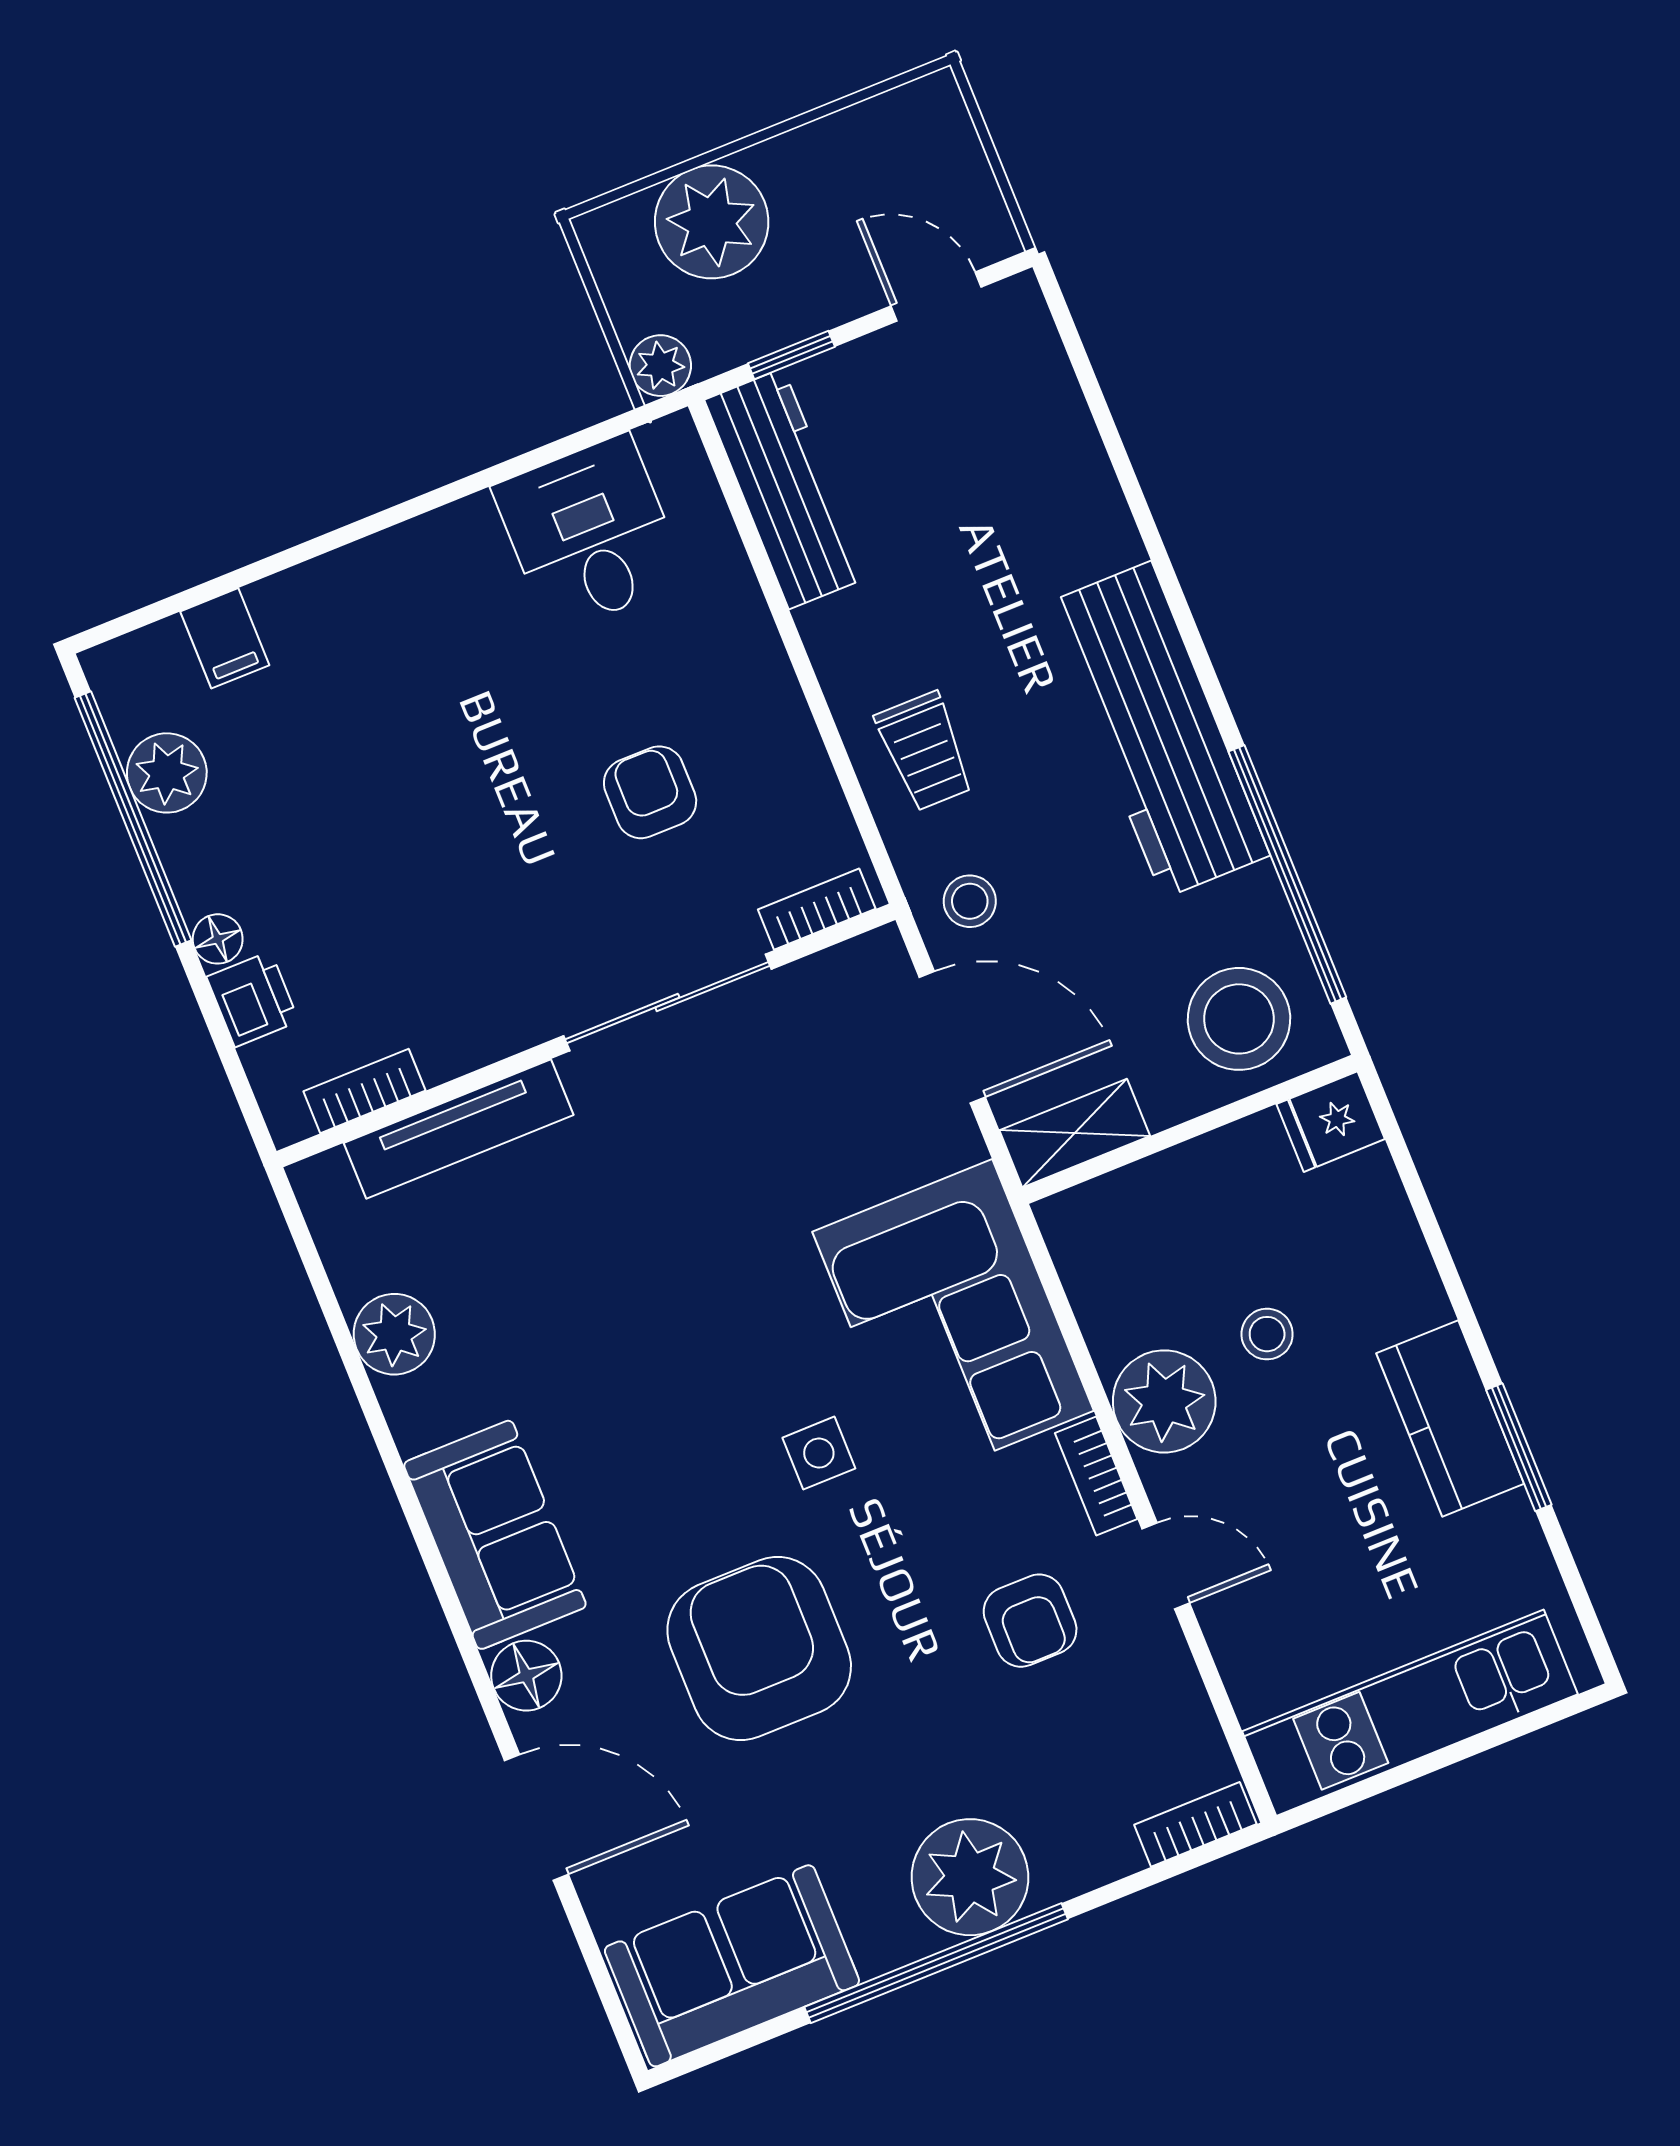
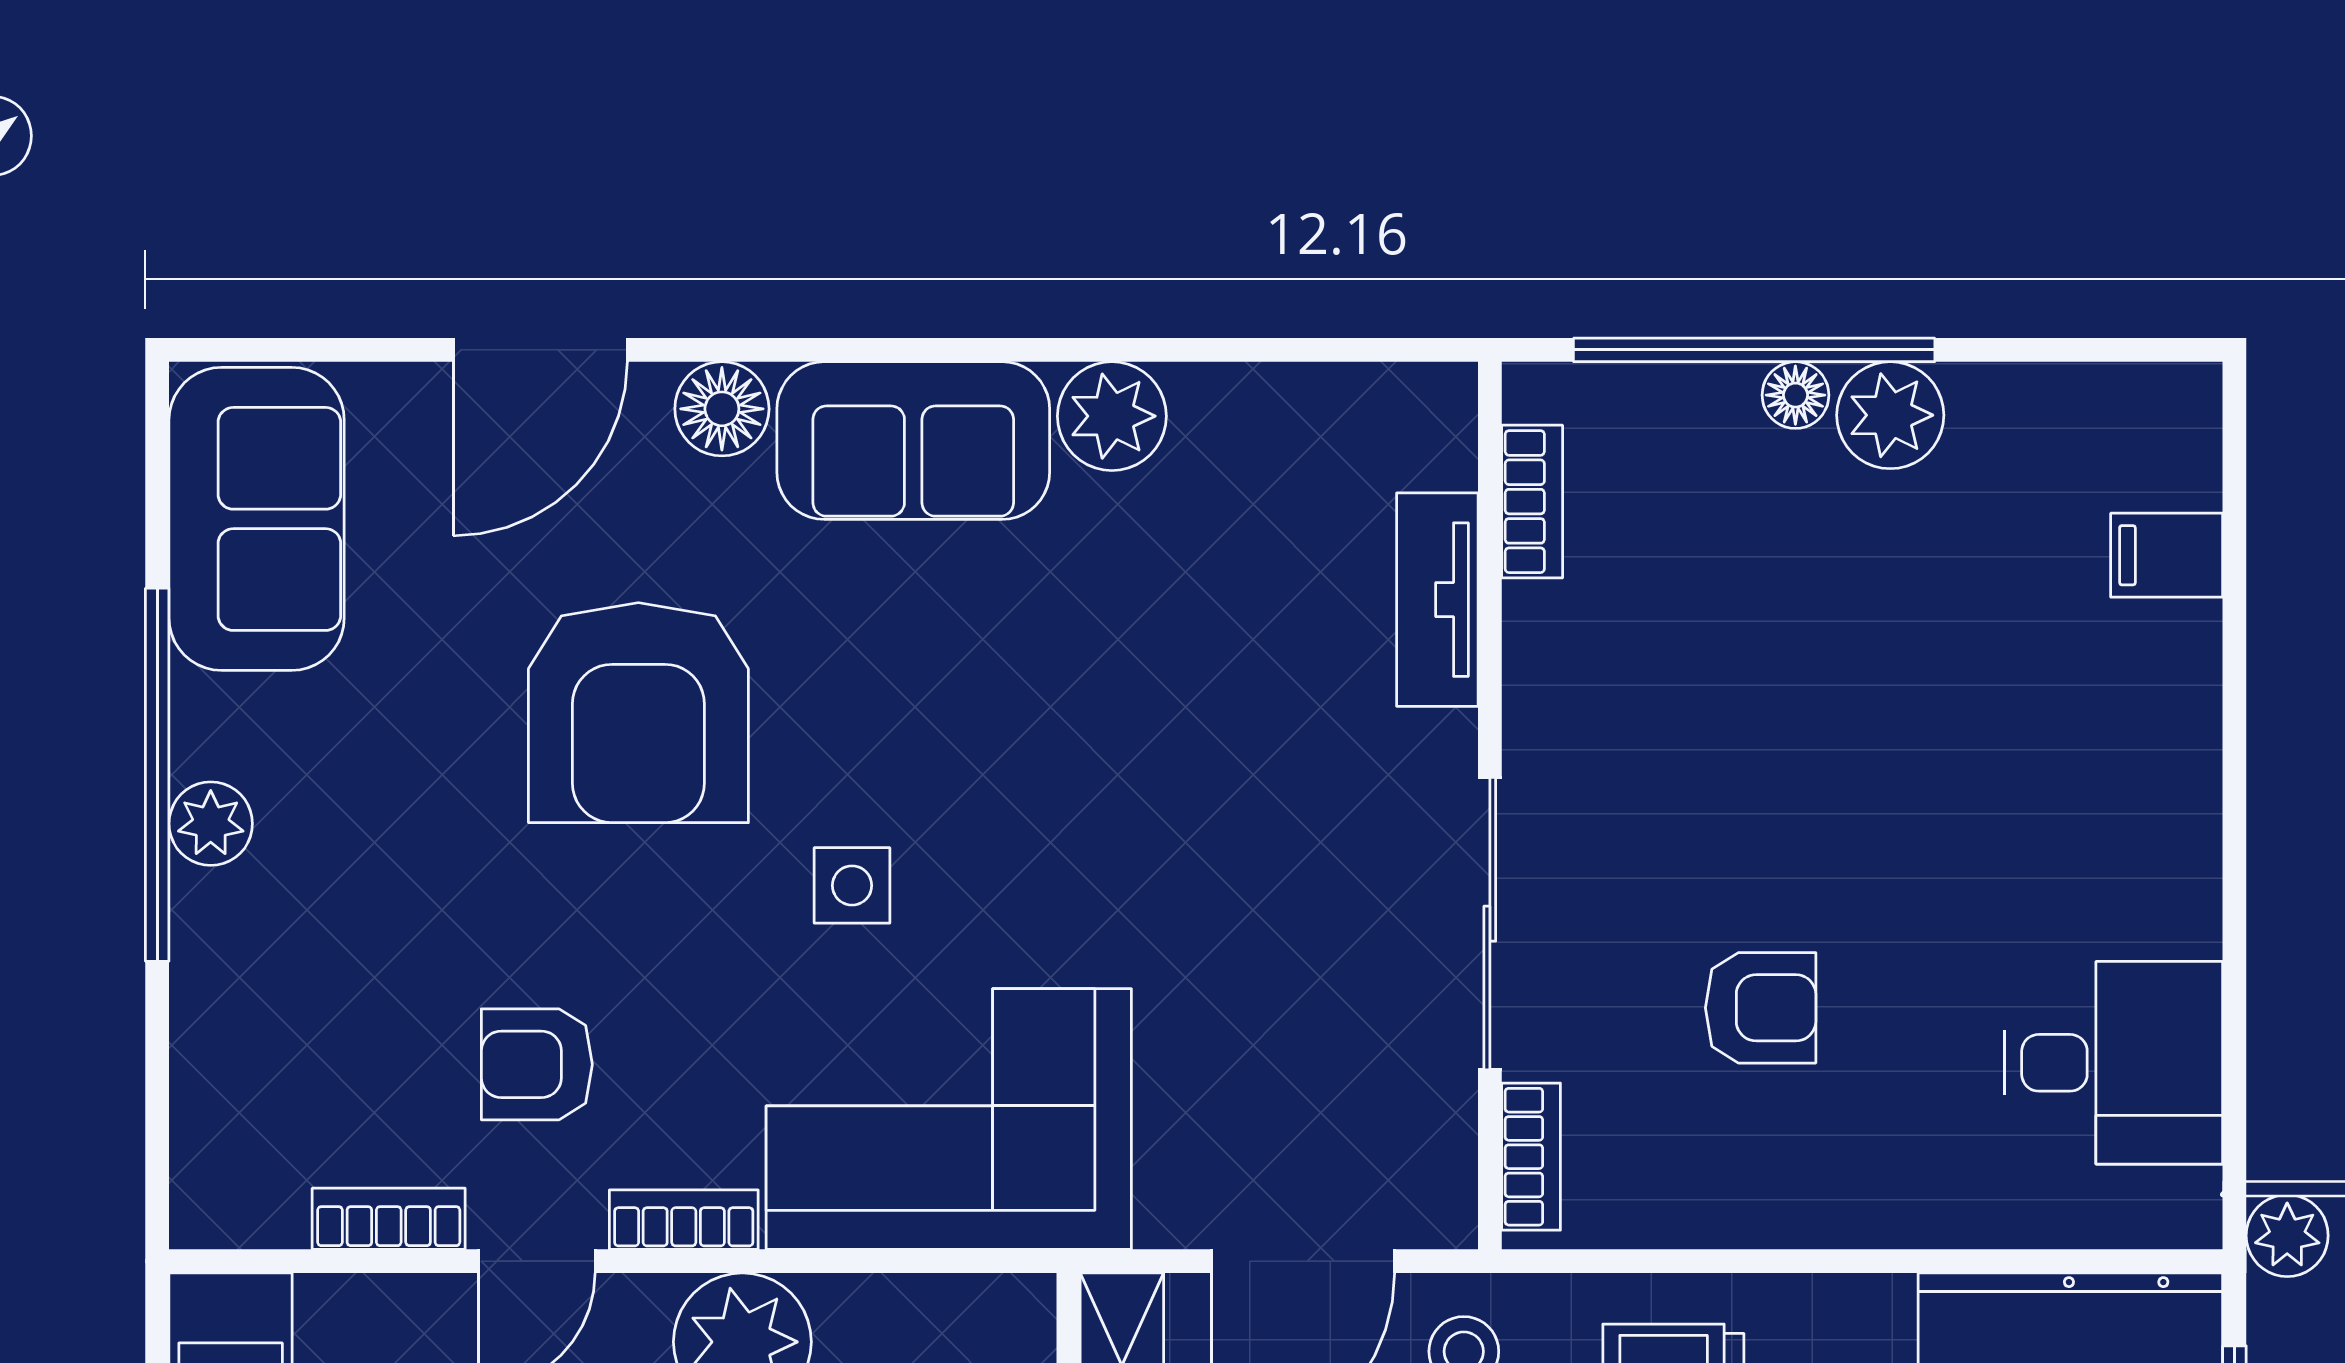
plant: (167, 773) -> (1890, 415), moved
window: (133, 819) -> (1754, 350), moved
printer: (253, 999) -> (1703, 408), removed
tv unit: (459, 1129) -> (1437, 600), width x0.71
plant: (394, 1334) -> (1112, 416), moved
armchair: (759, 1649) -> (638, 713), turned 90
bookcase: (1195, 1824) -> (389, 1219), moved, turned -90
plant: (970, 1877) -> (211, 824), width x0.53, depth x0.53

